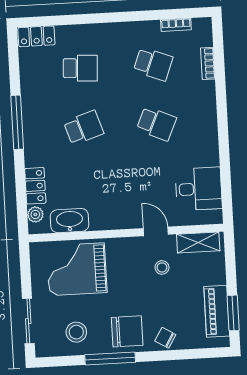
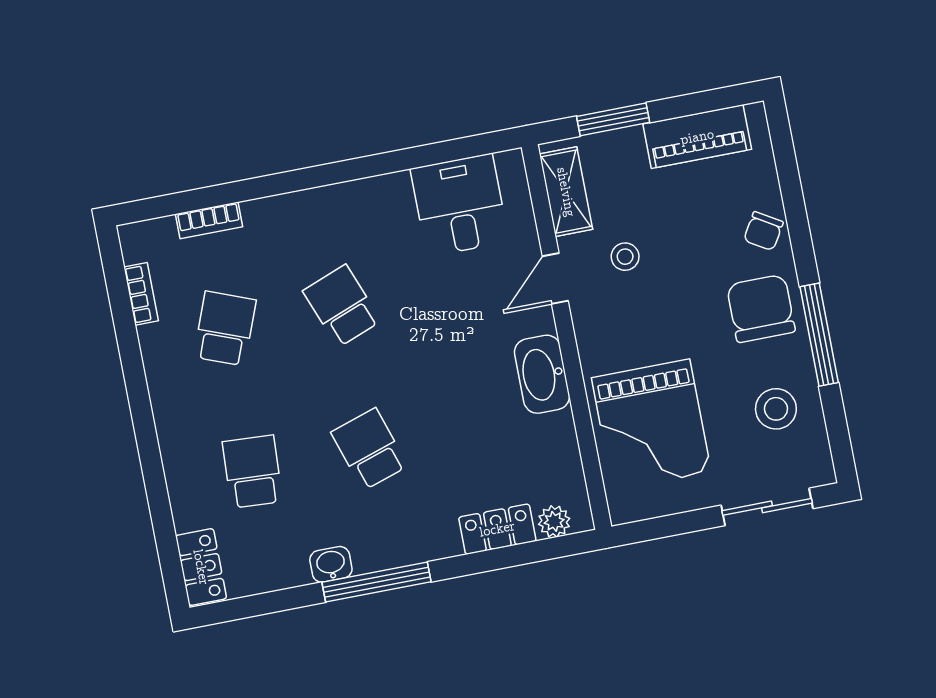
washbasin: (29, 101) -> (331, 564), added
school desk: (156, 124) -> (342, 306), turned -45
washbasin: (70, 221) -> (542, 374), moved
window: (233, 313) -> (613, 119), moved

